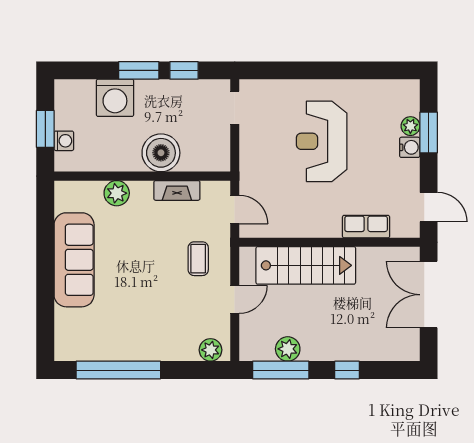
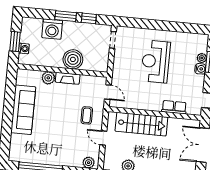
fireplace: (177, 190) -> (68, 78), moved
door: (235, 299) -> (103, 138), swing flipped

